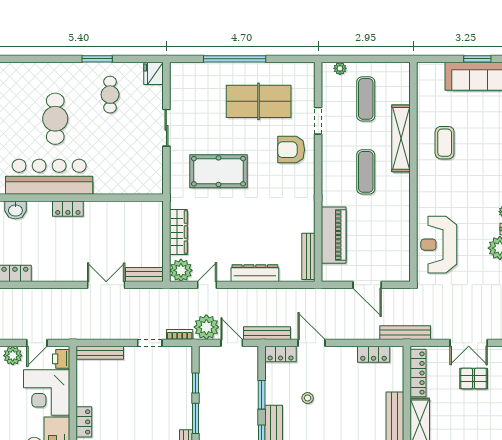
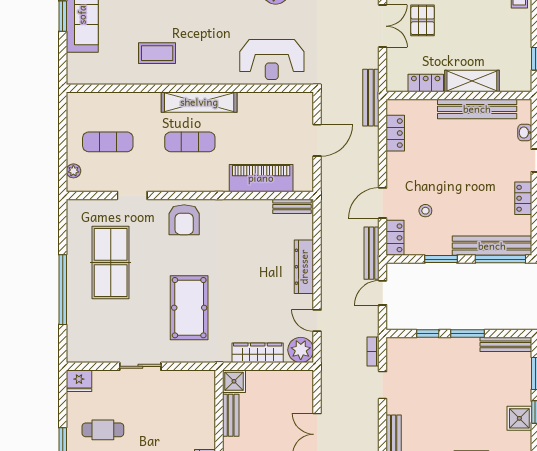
shelving: (401, 138) -> (199, 102), moved
armchair: (291, 150) -> (184, 220), moved
shower: (153, 211) -> (234, 381), added
bench: (308, 256) -> (292, 206), width x0.73
bench: (144, 274) -> (231, 415), moved
plant: (206, 327) -> (365, 321), removed
locker: (418, 373) -> (426, 83), width x0.66
stool: (308, 398) -> (425, 211), moved

